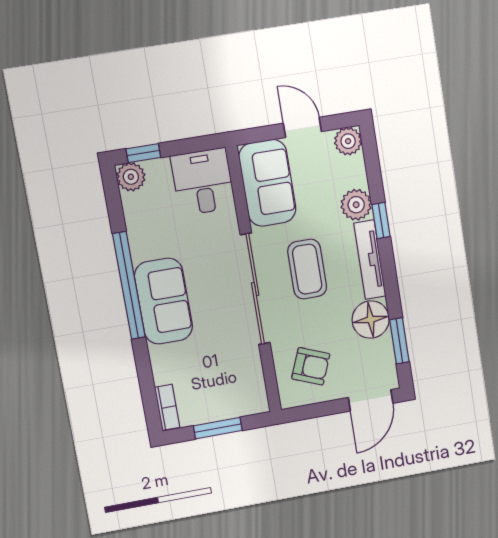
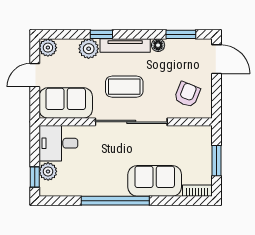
plant: (131, 177) -> (48, 171), moved
sofa: (164, 301) -> (155, 181), moved
floor lamp: (371, 320) -> (158, 45), width x0.53, depth x0.53

